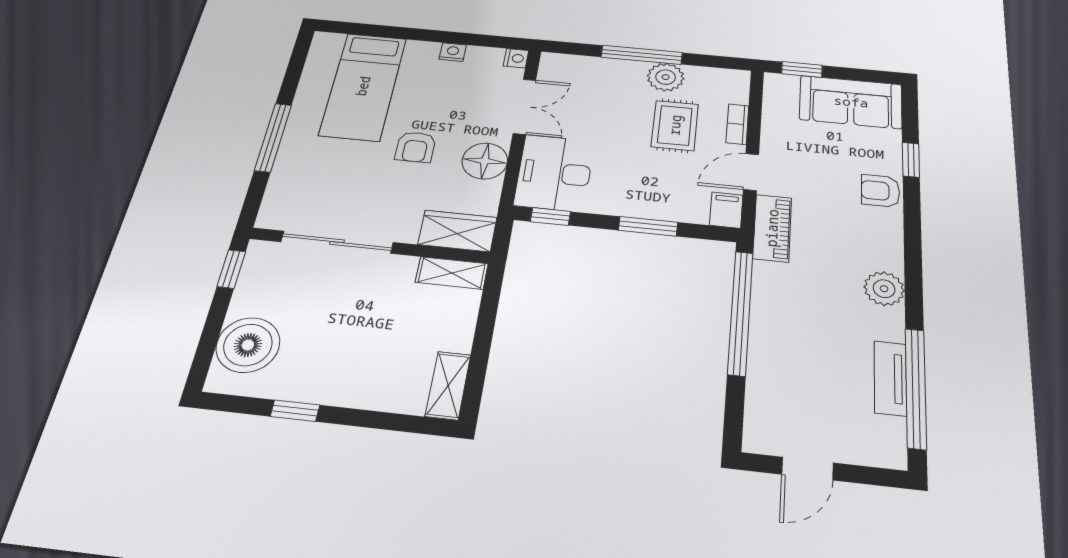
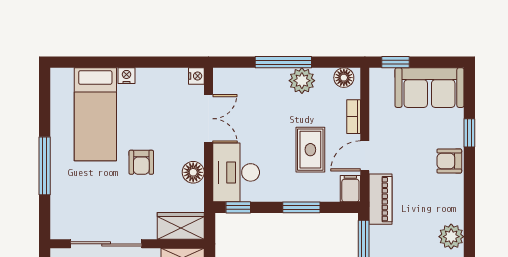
nightstand: (453, 52) -> (126, 76), moved
floor lamp: (726, 79) -> (344, 78), added
rug: (675, 125) -> (310, 150), moved
floor lamp: (485, 161) -> (193, 172), width x0.73, depth x0.73

